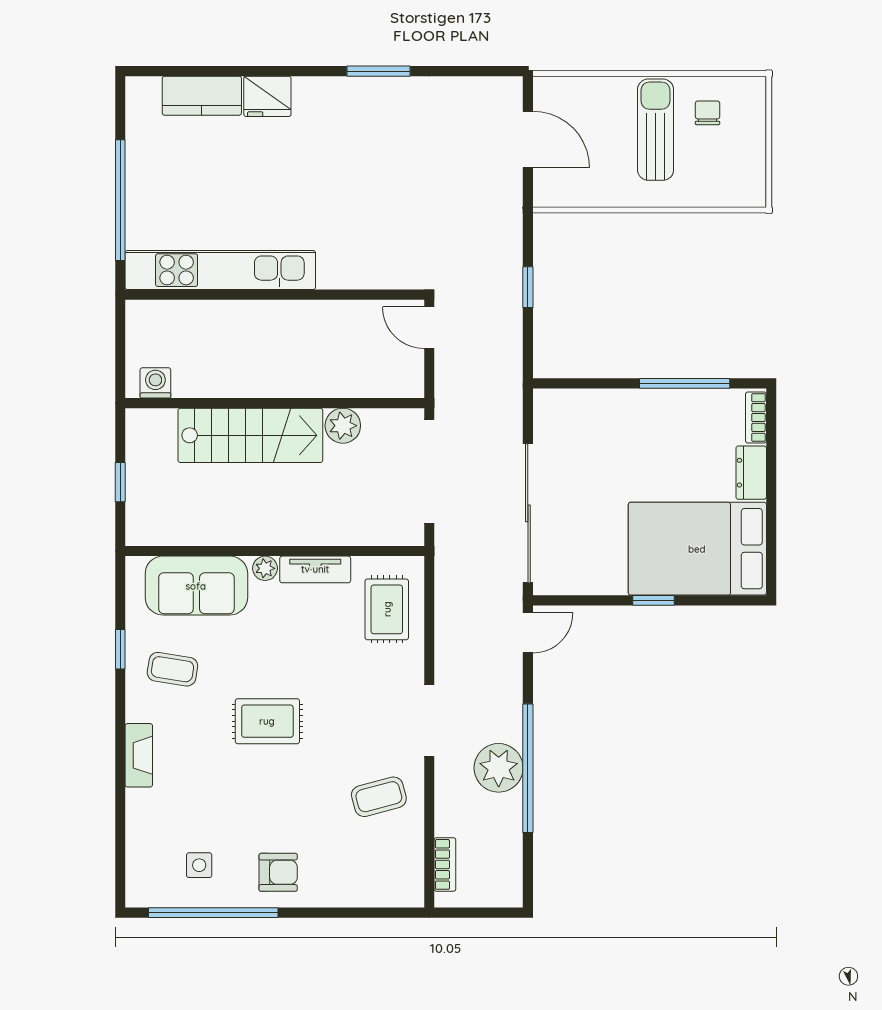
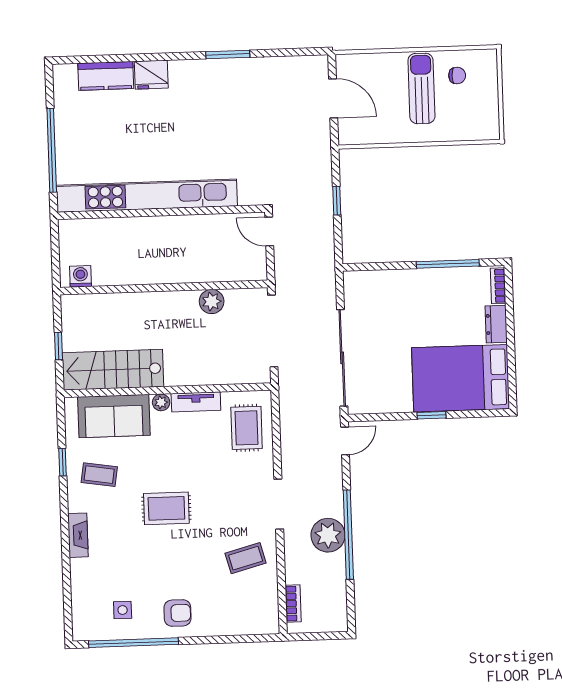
chair: (708, 113) -> (457, 75), turned 90
kitchen unit: (220, 270) -> (147, 196), width x1.36
stairs: (250, 435) -> (113, 370), moved, turned 180

